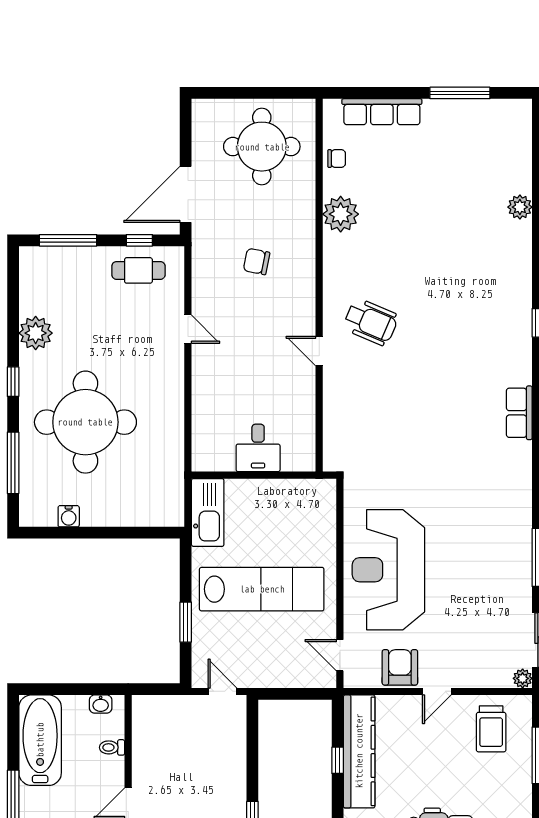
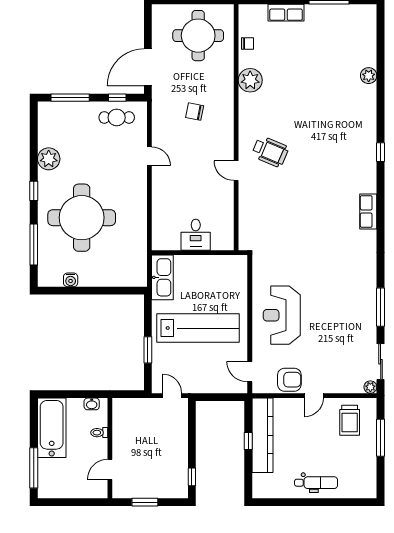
row of seats: (382, 112) -> (286, 13), width x0.68
reception desk: (388, 570) -> (282, 315), width x0.74, depth x0.77
armchair: (400, 667) -> (289, 380), turned 90

